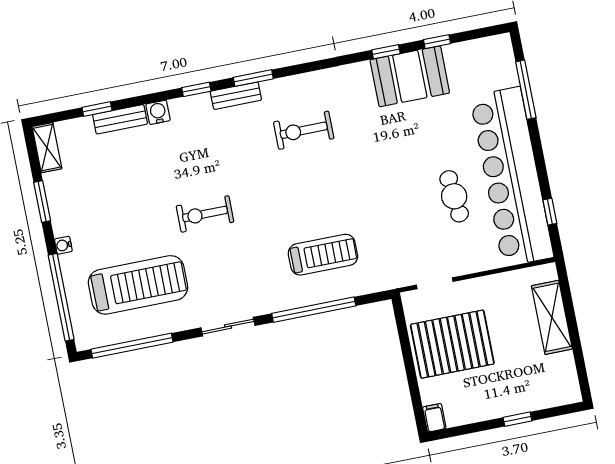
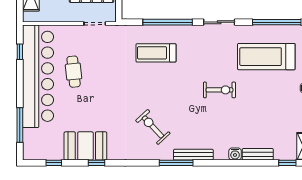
window: (437, 42) -> (54, 163), moved
window: (253, 78) -> (176, 163), width x1.44
window: (196, 89) -> (210, 163), removed
bench: (236, 96) -> (193, 155), width x1.36
window: (97, 109) -> (287, 163), moved
exercise bike: (304, 130) -> (153, 127), turned -133

